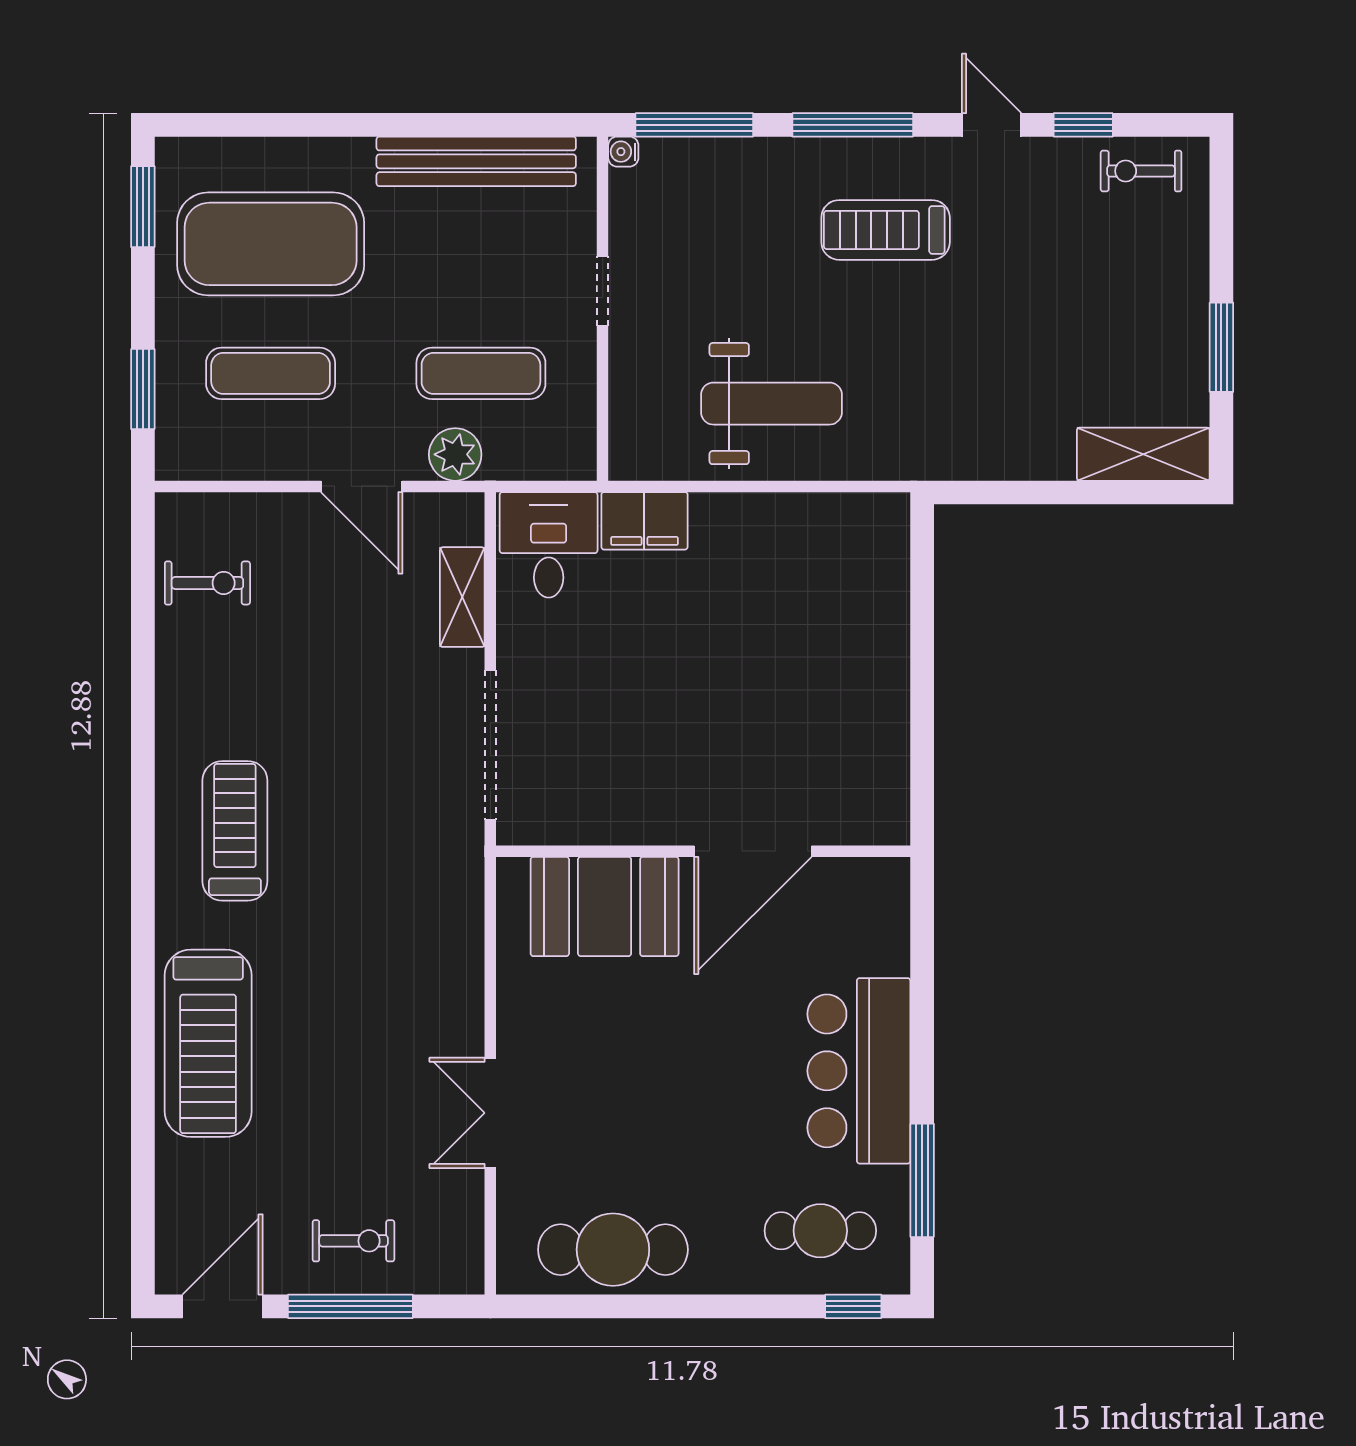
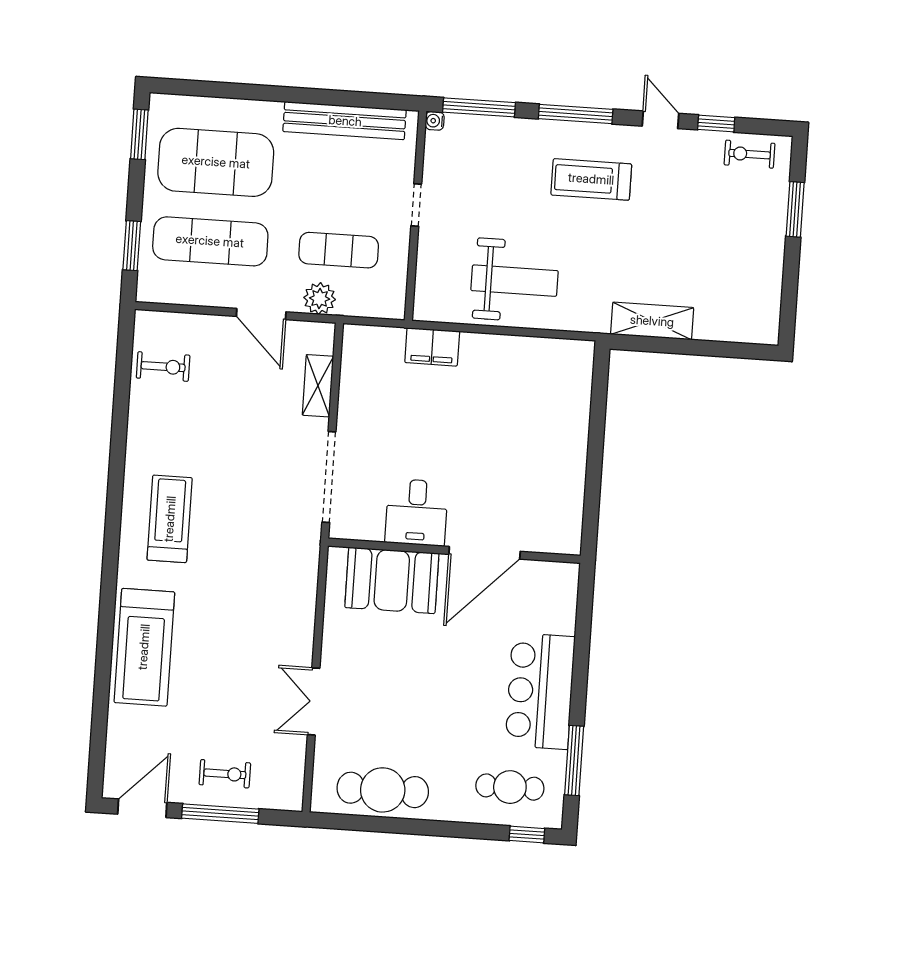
window: (1221, 347) -> (795, 209), moved
exercise mat: (271, 373) -> (210, 241), width x1.36, depth x1.45
shelving: (1143, 454) -> (652, 321), moved
desk: (549, 545) -> (417, 512), moved, turned 180

